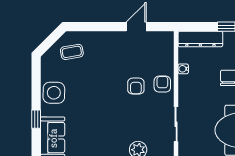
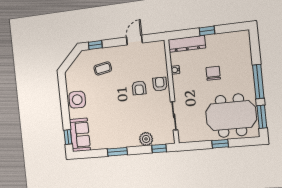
window: (85, 27) -> (95, 45), added
coffee table: (72, 52) -> (103, 68), moved
window: (36, 119) -> (68, 137), moved

